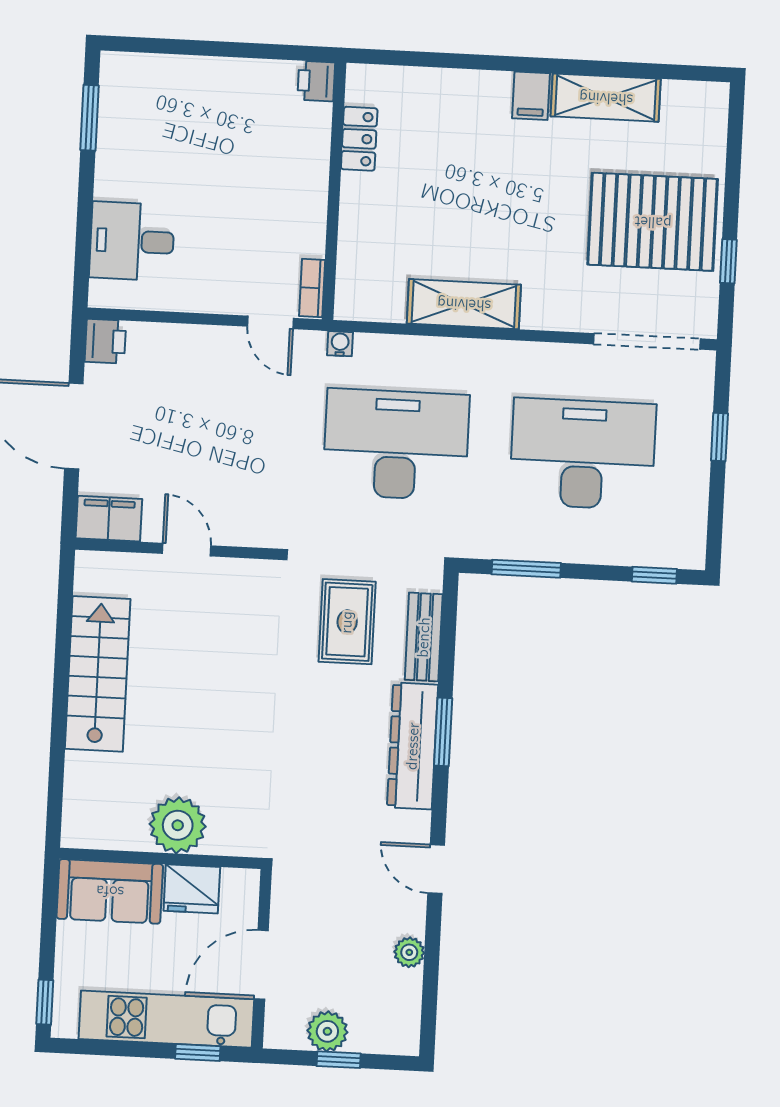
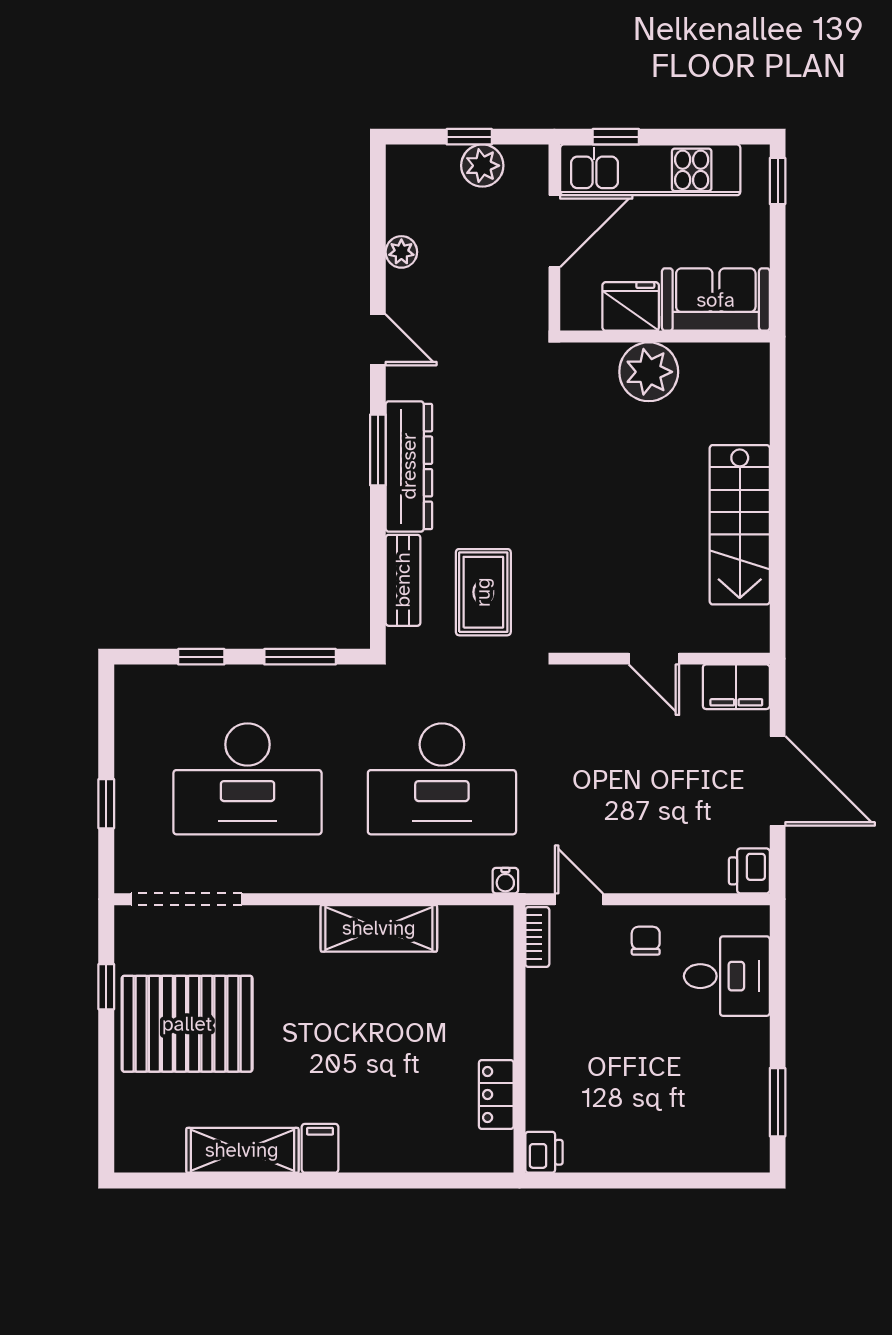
chair: (208, 279) -> (646, 941), added
window: (654, 575) -> (201, 657), moved
window: (443, 732) -> (378, 450), moved

